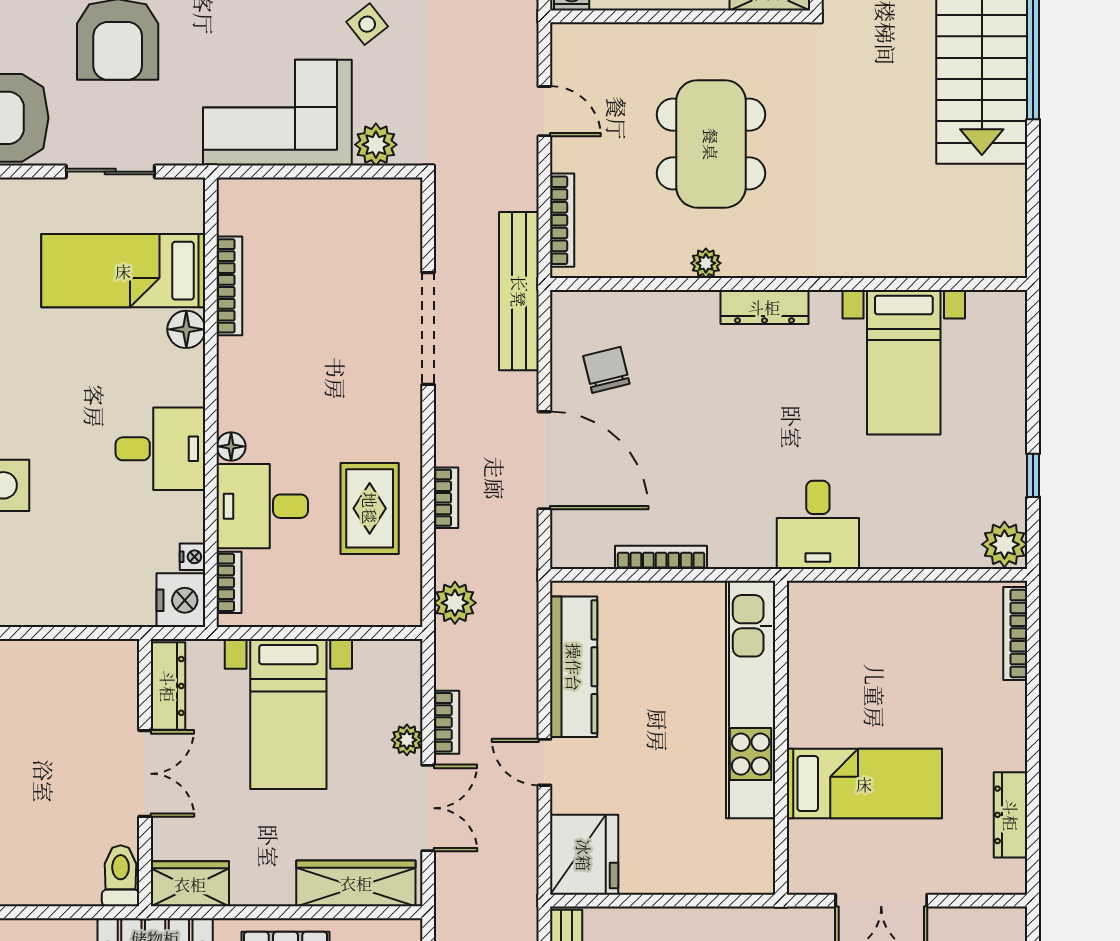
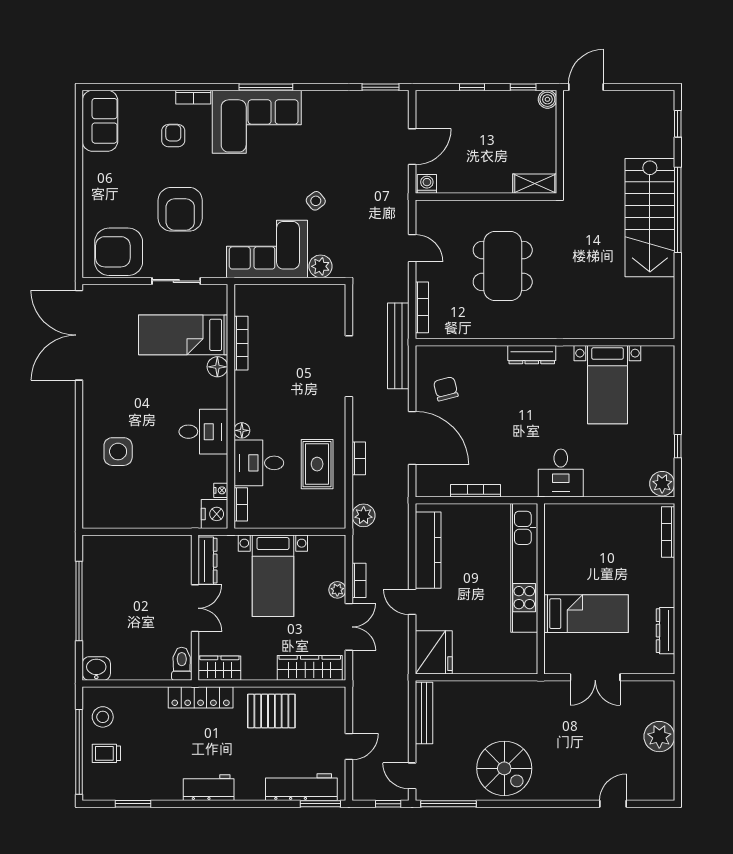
plant: (706, 263) -> (500, 331), removed

